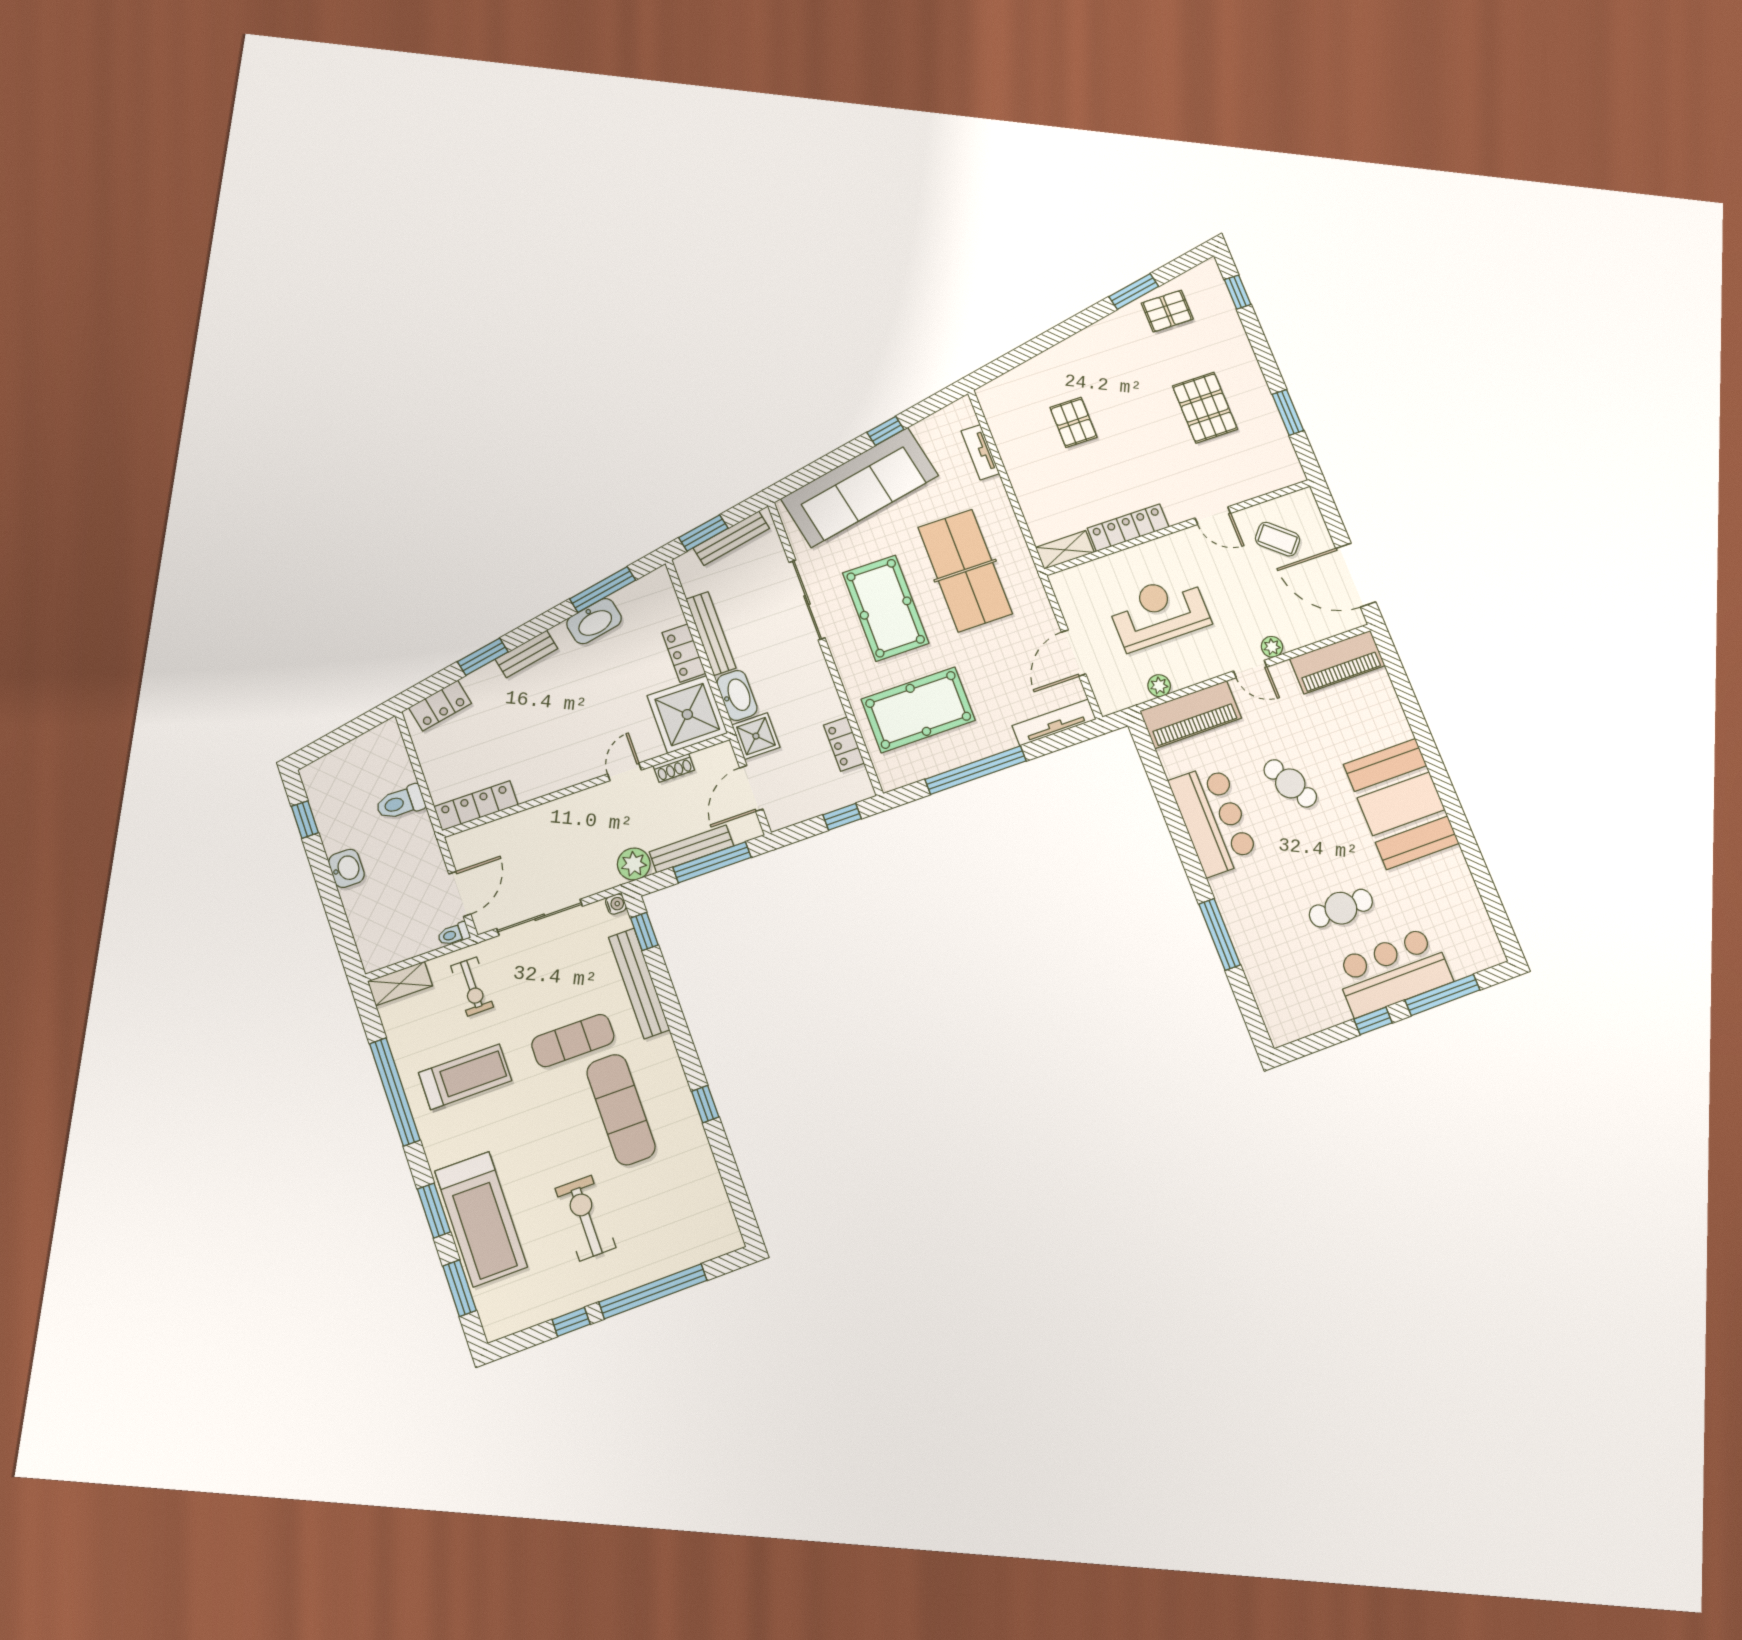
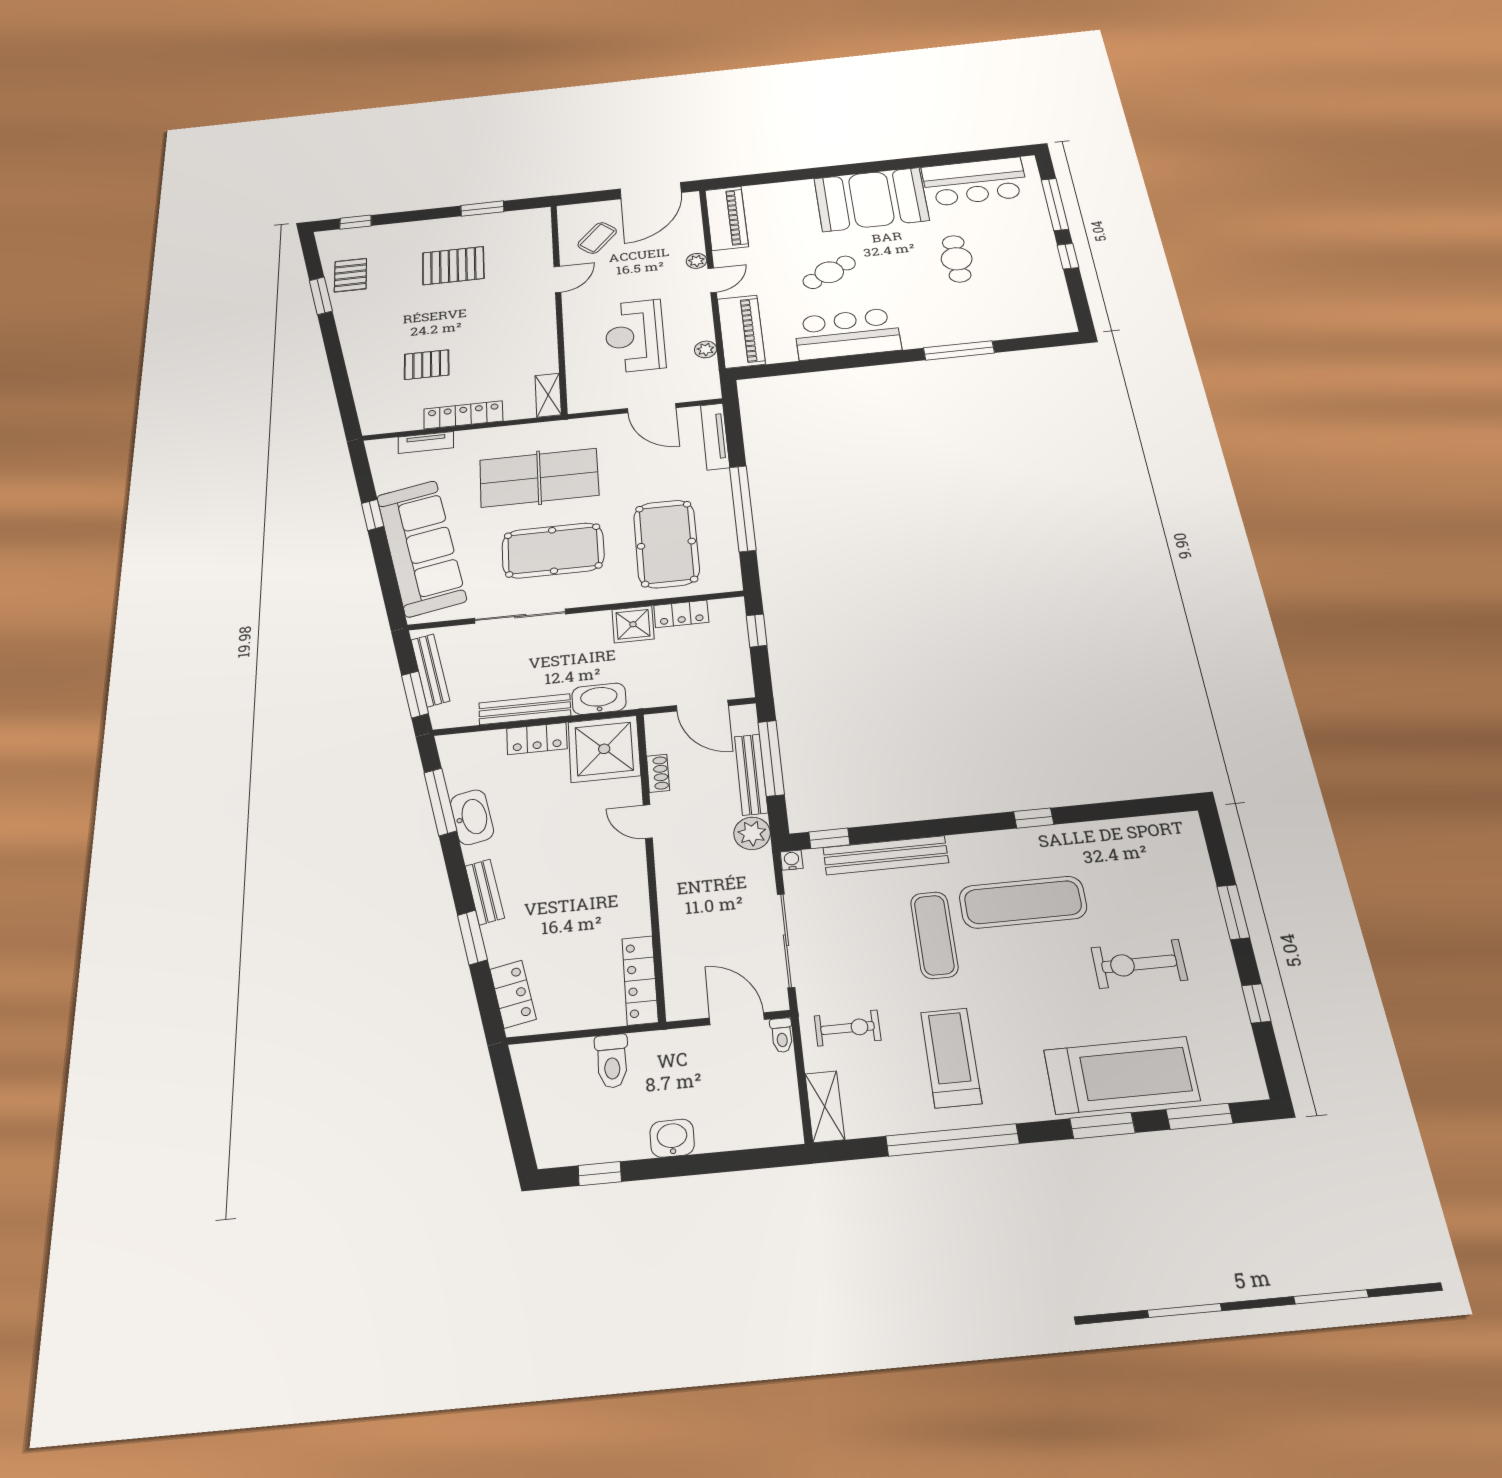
locker: (1128, 528) -> (463, 415), moved, turned 90
shower: (756, 736) -> (633, 624), moved
bar counter: (1393, 972) -> (975, 182), moved, turned -90
window: (653, 1291) -> (1233, 912), width x0.47

